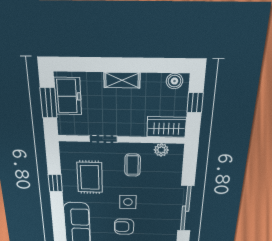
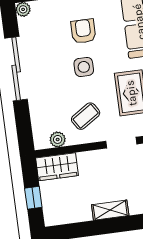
boiler: (174, 81) -> (58, 217), removed
coffee table: (133, 165) -> (86, 116), turned 57
armchair: (124, 227) -> (83, 31), turned -90

